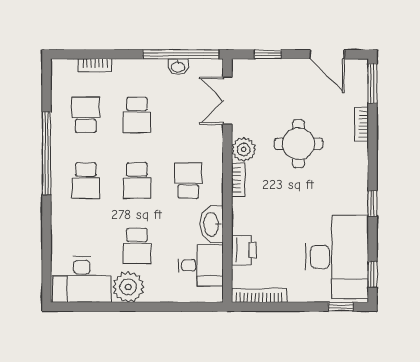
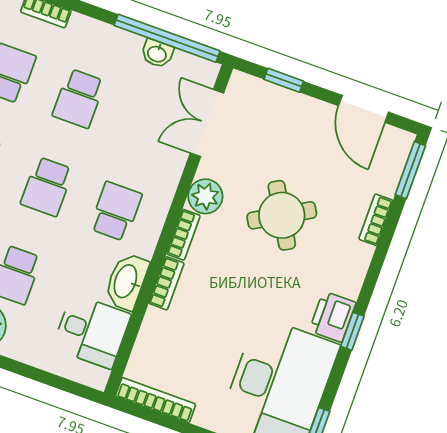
round table: (298, 144) -> (282, 215), turned -30
bookcase: (239, 216) -> (166, 283), added
printer: (244, 250) -> (333, 317), moved, turned 180

